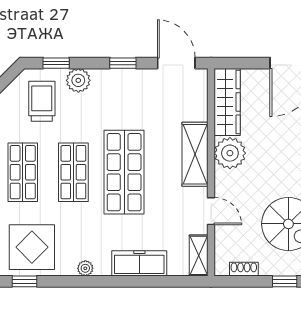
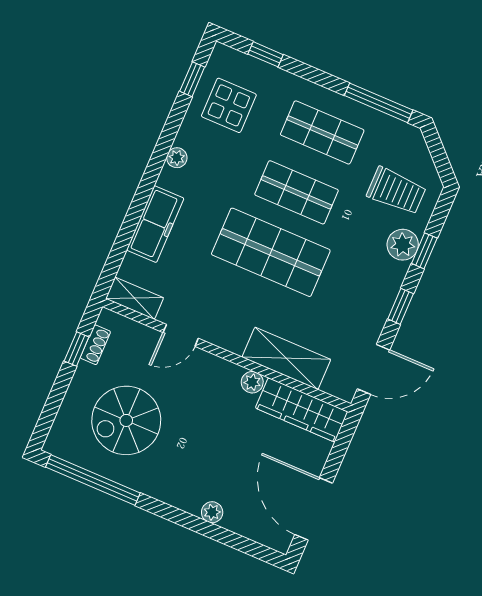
window: (56, 63) -> (424, 251), moved
plant: (230, 153) -> (252, 382), width x0.53, depth x0.53
shelving: (195, 154) -> (286, 358), moved
display table: (32, 247) -> (229, 105), width x0.73, depth x0.73
window: (285, 281) -> (77, 349), moved

